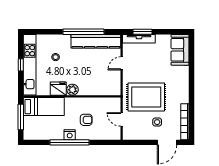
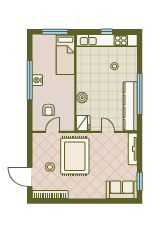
window: (143, 32) -> (140, 181), moved
fridge: (58, 89) -> (83, 123), moved
plant: (73, 90) -> (82, 98), moved
armchair: (86, 120) -> (48, 110), moved

